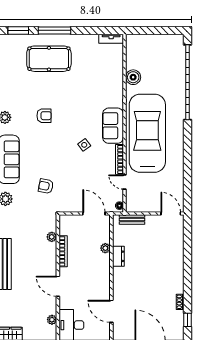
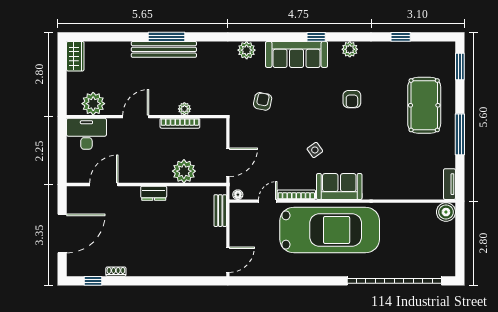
window: (55, 30) -> (460, 134), moved
boiler: (133, 77) -> (446, 212), moved
plant: (52, 237) -> (184, 109), moved
plant: (105, 248) -> (184, 171), width x1.88, depth x1.88
dresser: (118, 256) -> (154, 193), moved
plant: (52, 320) -> (93, 104), width x1.87, depth x1.87

